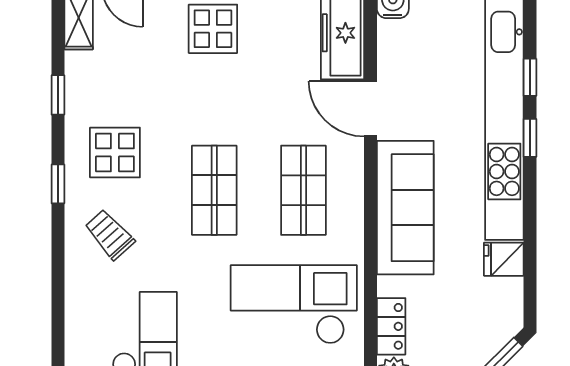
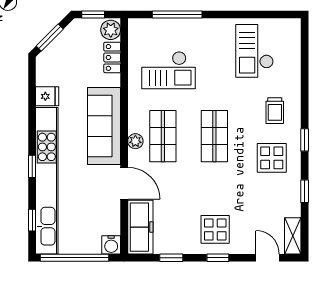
window: (530, 77) -> (32, 220), moved
plant: (351, 181) -> (135, 141), added
trolley: (110, 234) -> (275, 111), turned 42
checkout: (294, 304) -> (168, 70), width x0.73, depth x0.83

